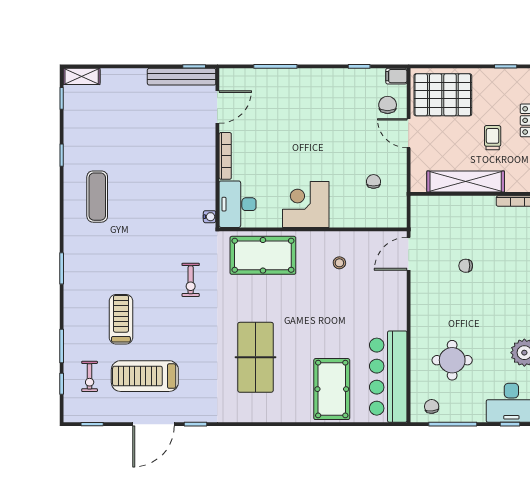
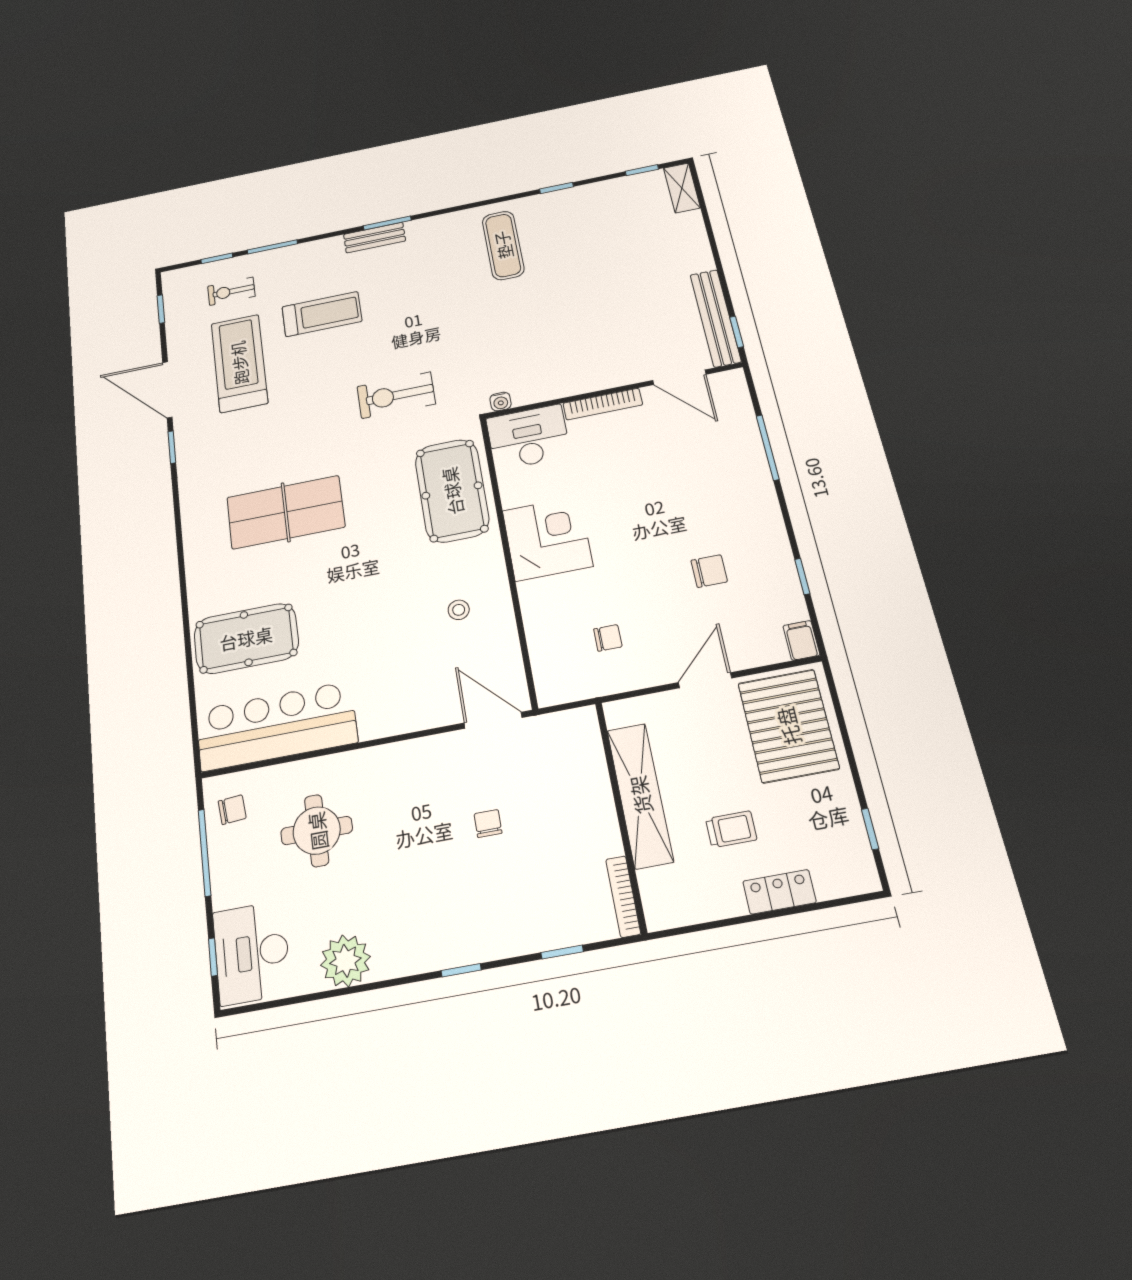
chair: (388, 105) -> (709, 571), moved
exercise mat: (97, 197) -> (503, 245), turned 90
bench: (71, 278) -> (375, 238), added
exercise bike: (191, 280) -> (396, 395), width x1.38, depth x1.39

